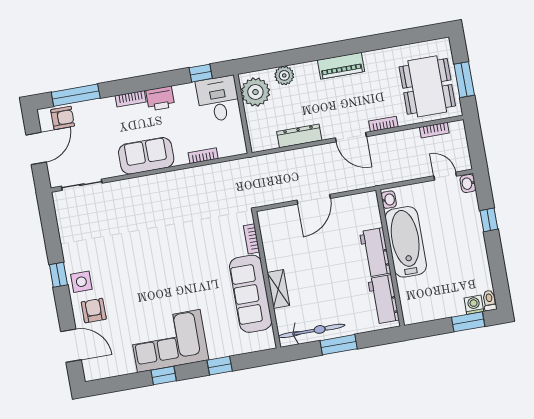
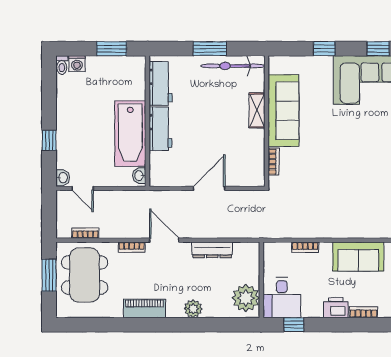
piano: (341, 66) -> (144, 308), moved
plant: (284, 75) -> (193, 309), moved
window: (468, 322) -> (112, 49), moved

